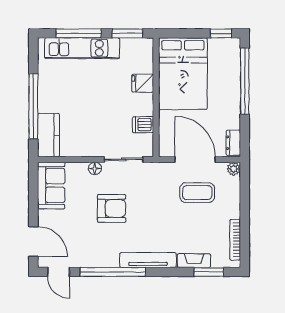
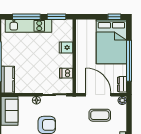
bed: (183, 74) -> (111, 42), moved
window: (245, 81) -> (129, 61), moved

